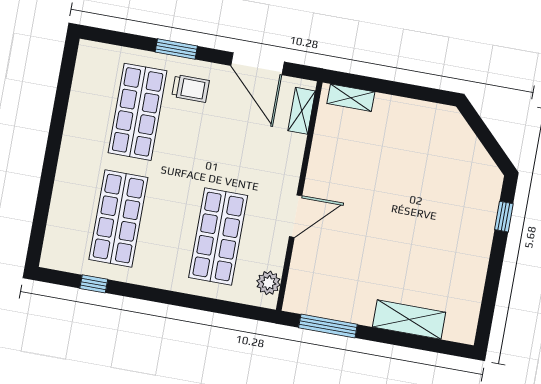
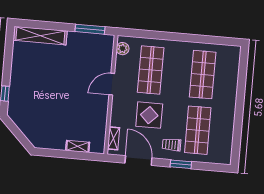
shelving: (351, 98) -> (78, 146), moved
display table: (229, 150) -> (149, 115), added
window: (94, 284) -> (212, 40), removed
shelving: (409, 320) -> (40, 36), width x1.47

